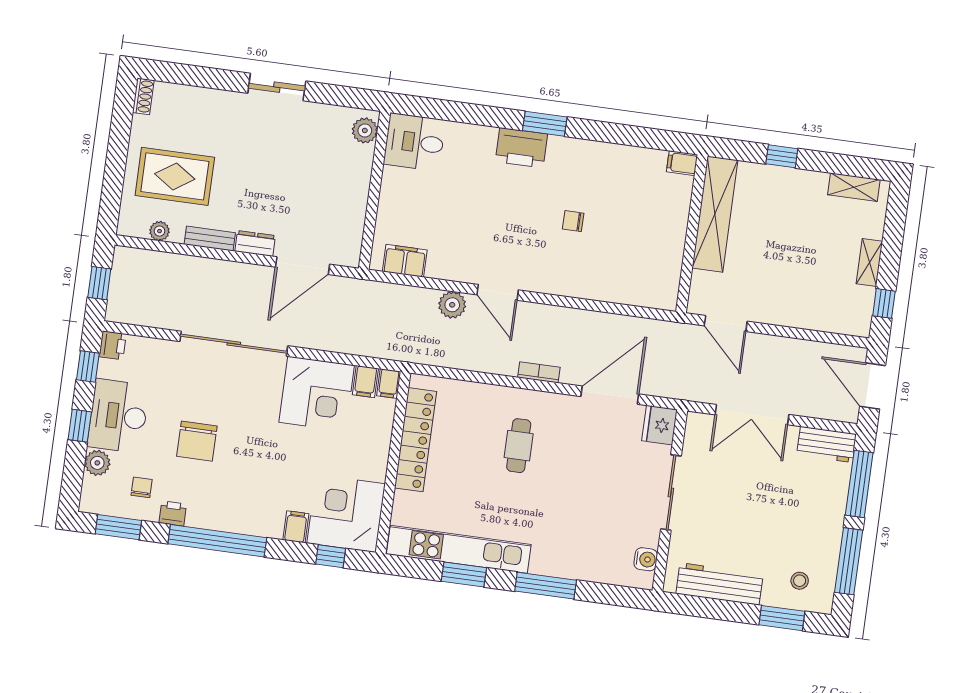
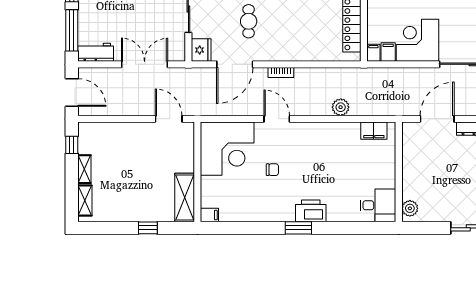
shelving: (854, 187) -> (85, 200), moved, turned 90
shelving: (715, 214) -> (185, 197), width x0.68
corner desk: (640, 264) -> (227, 149), added
door: (498, 292) -> (277, 119), moved
cafe table: (519, 446) -> (249, 21), moved

